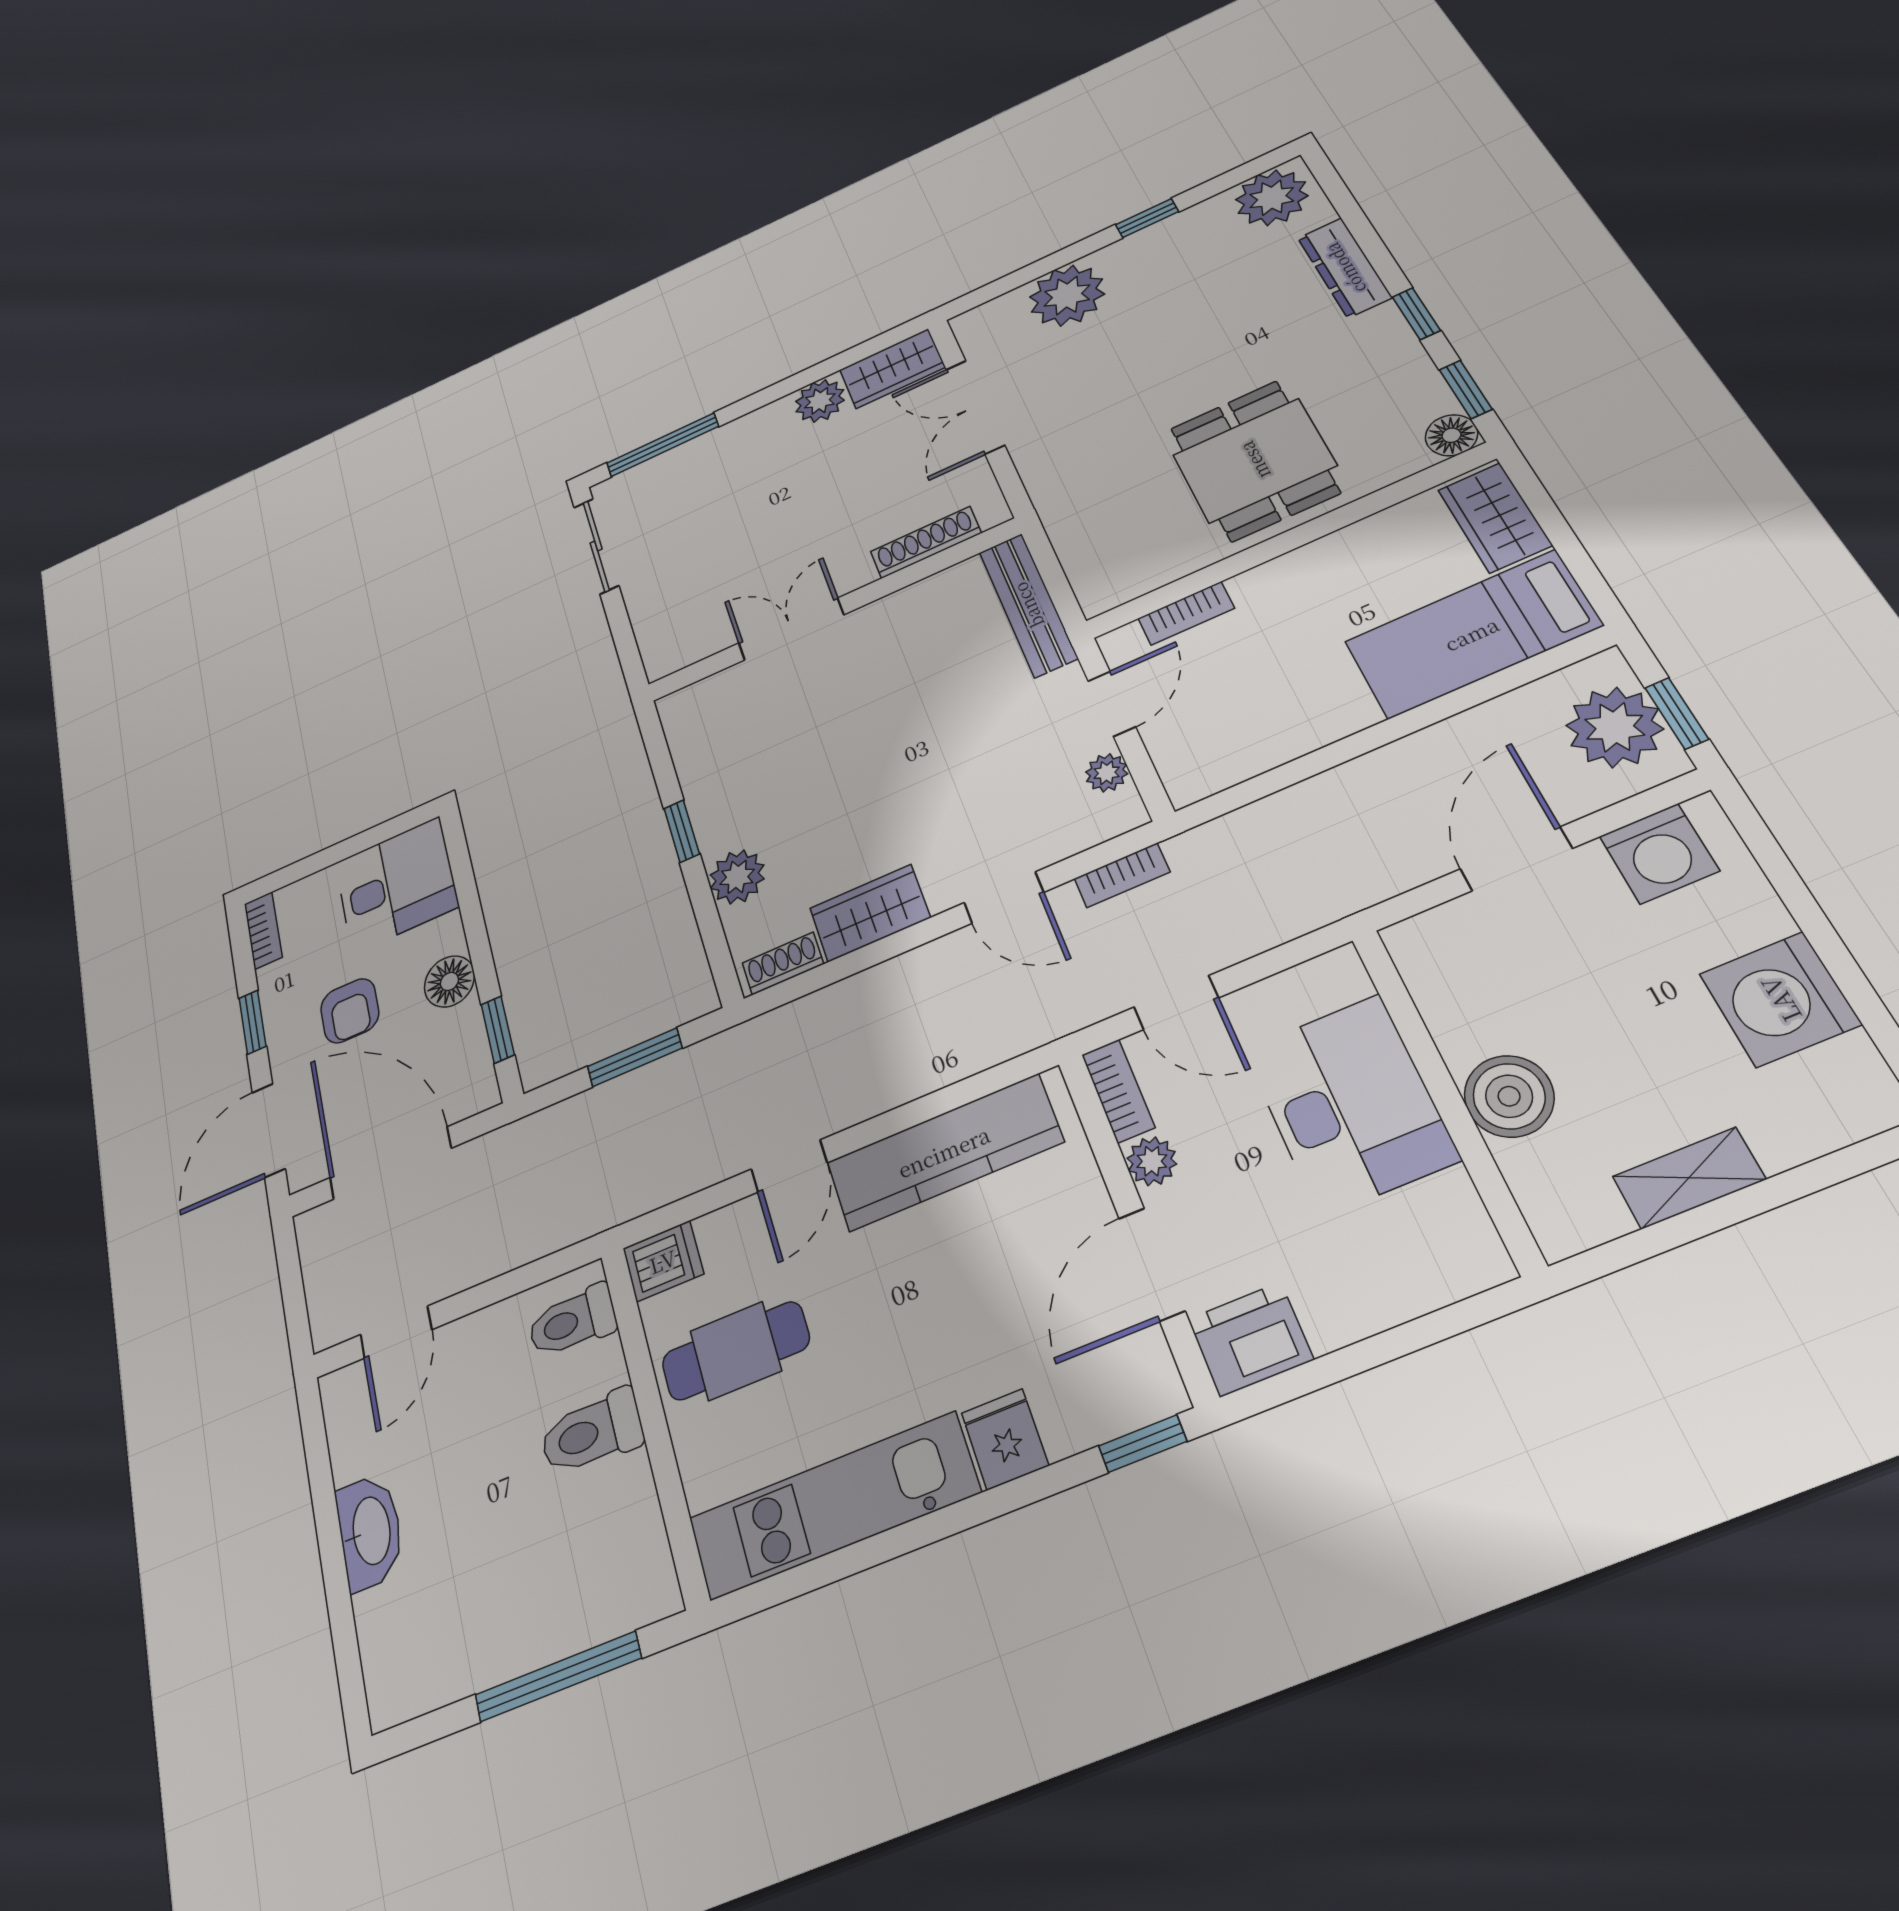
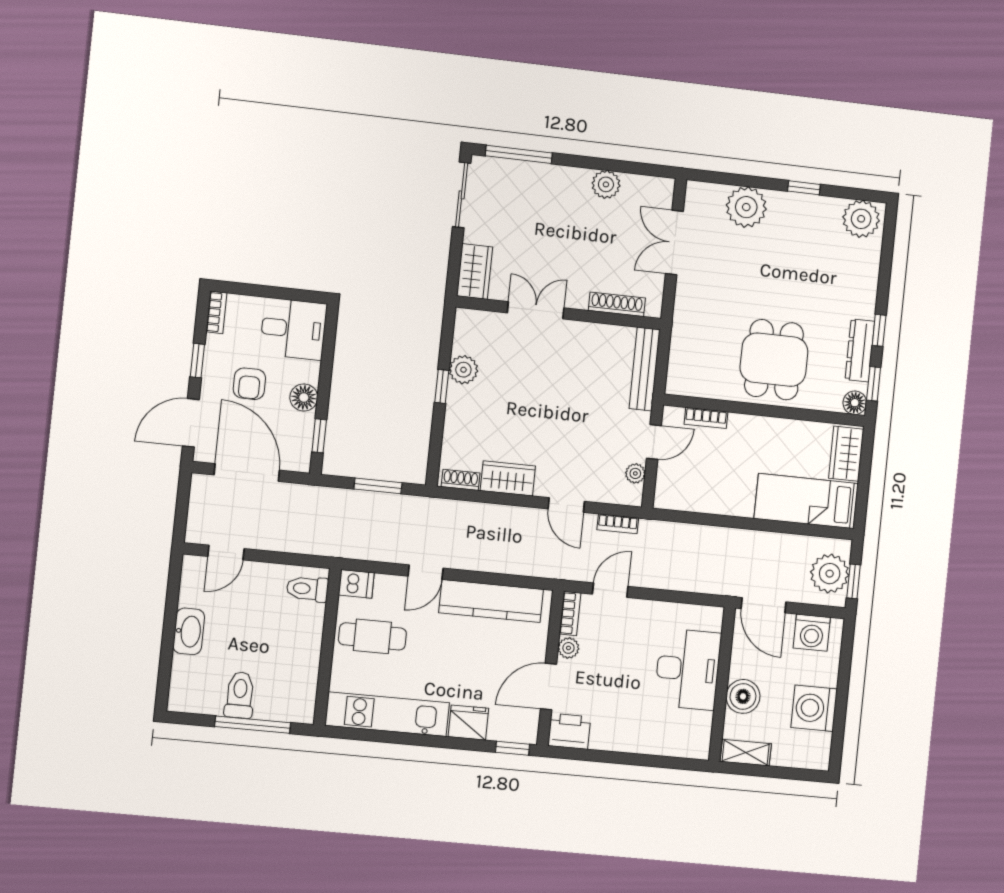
dresser: (1345, 268) -> (860, 350), moved
wardrobe: (892, 369) -> (475, 271), moved, turned -90
door: (1516, 859) -> (764, 605), swing flipped
plant: (737, 877) -> (463, 370), moved
door: (1176, 1002) -> (610, 590), swing flipped
wall: (1445, 1095) -> (722, 684), moved
boiler: (1509, 1096) -> (743, 696), moved
desk: (1350, 1104) -> (688, 669), moved
toilet: (592, 1432) -> (240, 695), moved, turned 90
fridge: (1005, 1439) -> (468, 723), width x1.38

